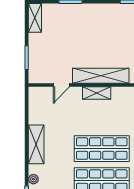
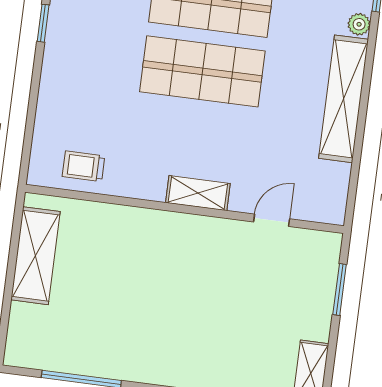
shelving: (101, 76) -> (184, 229), removed
shelving: (36, 144) -> (344, 99), width x1.47

